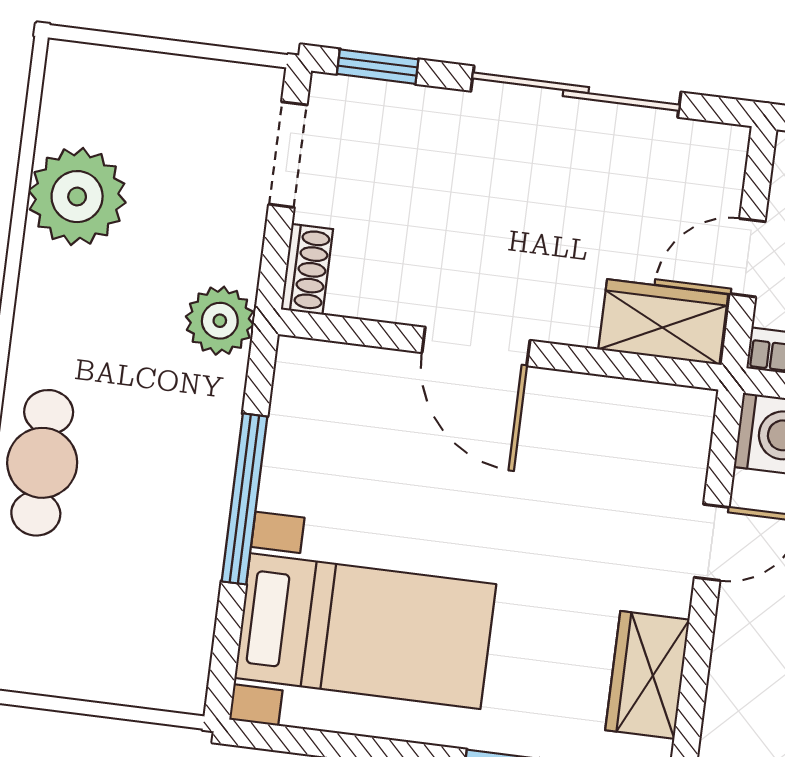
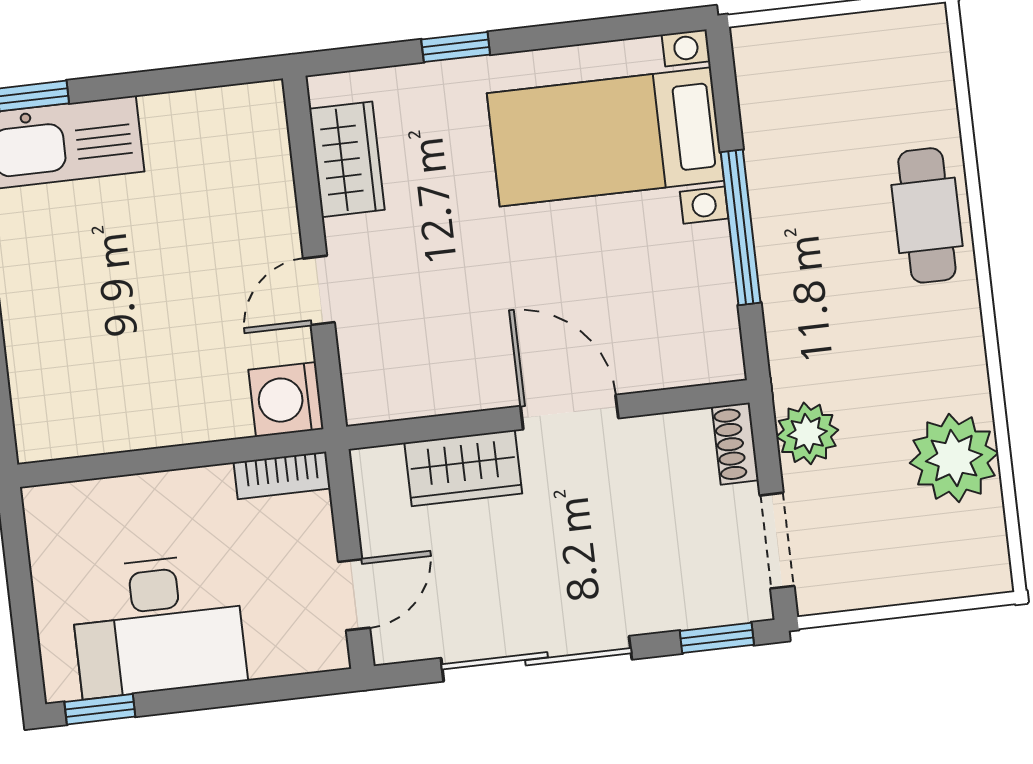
door: (748, 258) -> (354, 595), moved
plant: (220, 321) -> (807, 433), moved
wardrobe: (663, 322) -> (463, 468), moved

